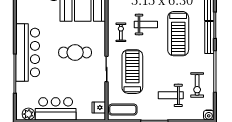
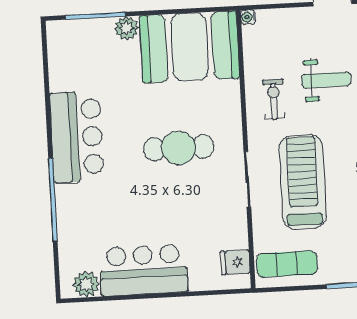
bar counter: (28, 52) -> (77, 137), width x0.73

